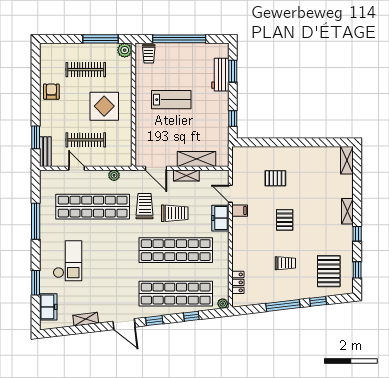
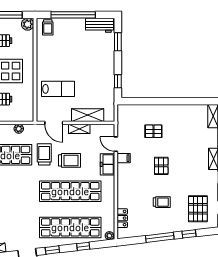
workbench: (220, 75) -> (100, 25), moved, turned -90
lab bench: (171, 100) -> (58, 89), moved

